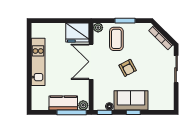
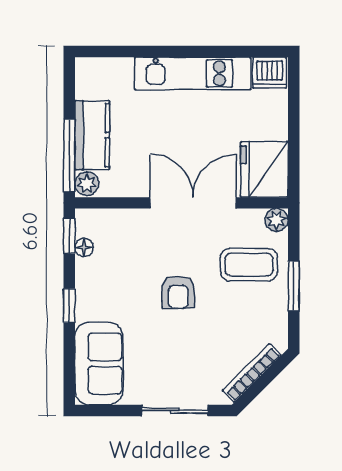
dishwasher: (38, 30) -> (270, 73), added
armchair: (128, 68) -> (178, 292), turned -62
sofa: (131, 100) -> (99, 363), moved

